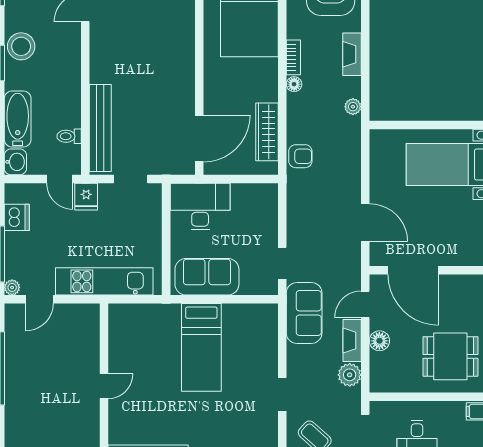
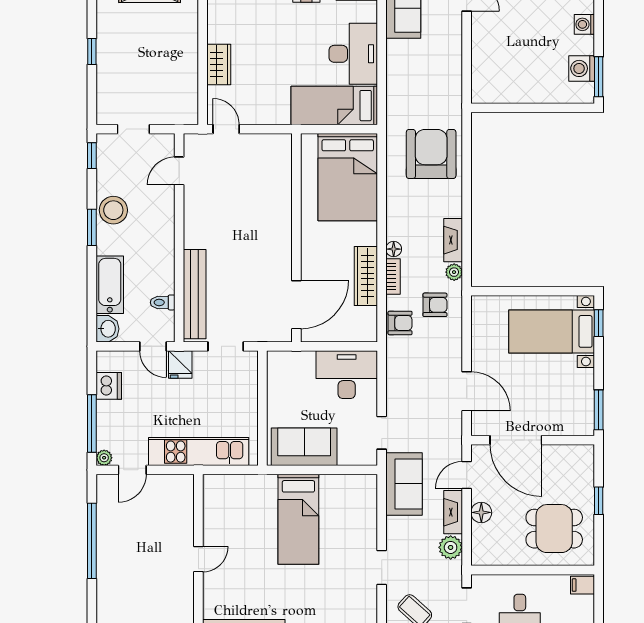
fireplace: (352, 54) -> (453, 240), moved
bookcase: (293, 57) -> (393, 276), moved
wardrobe: (267, 132) -> (366, 276), moved
armchair: (334, 139) -> (435, 305), added
desk: (200, 207) -> (347, 375), moved

